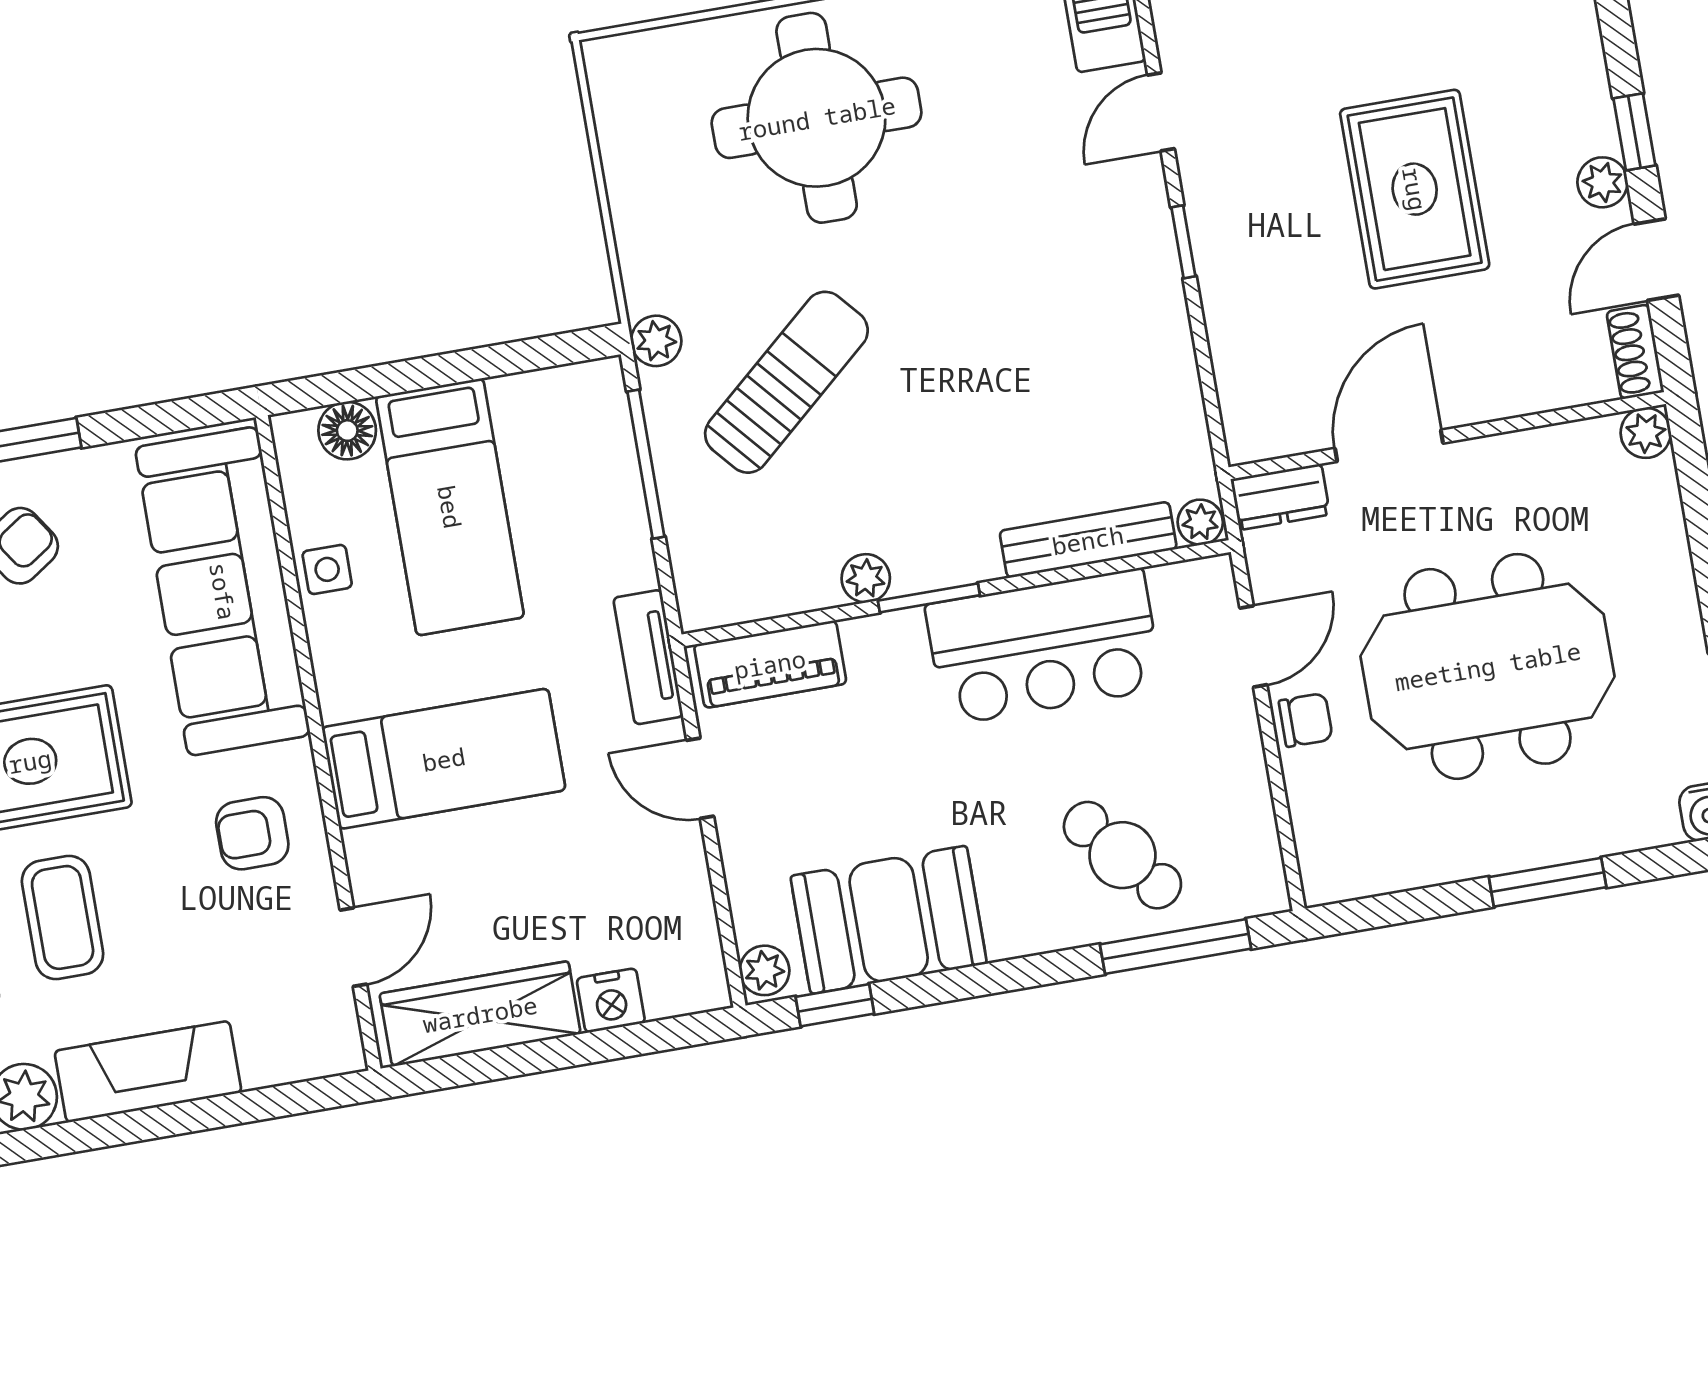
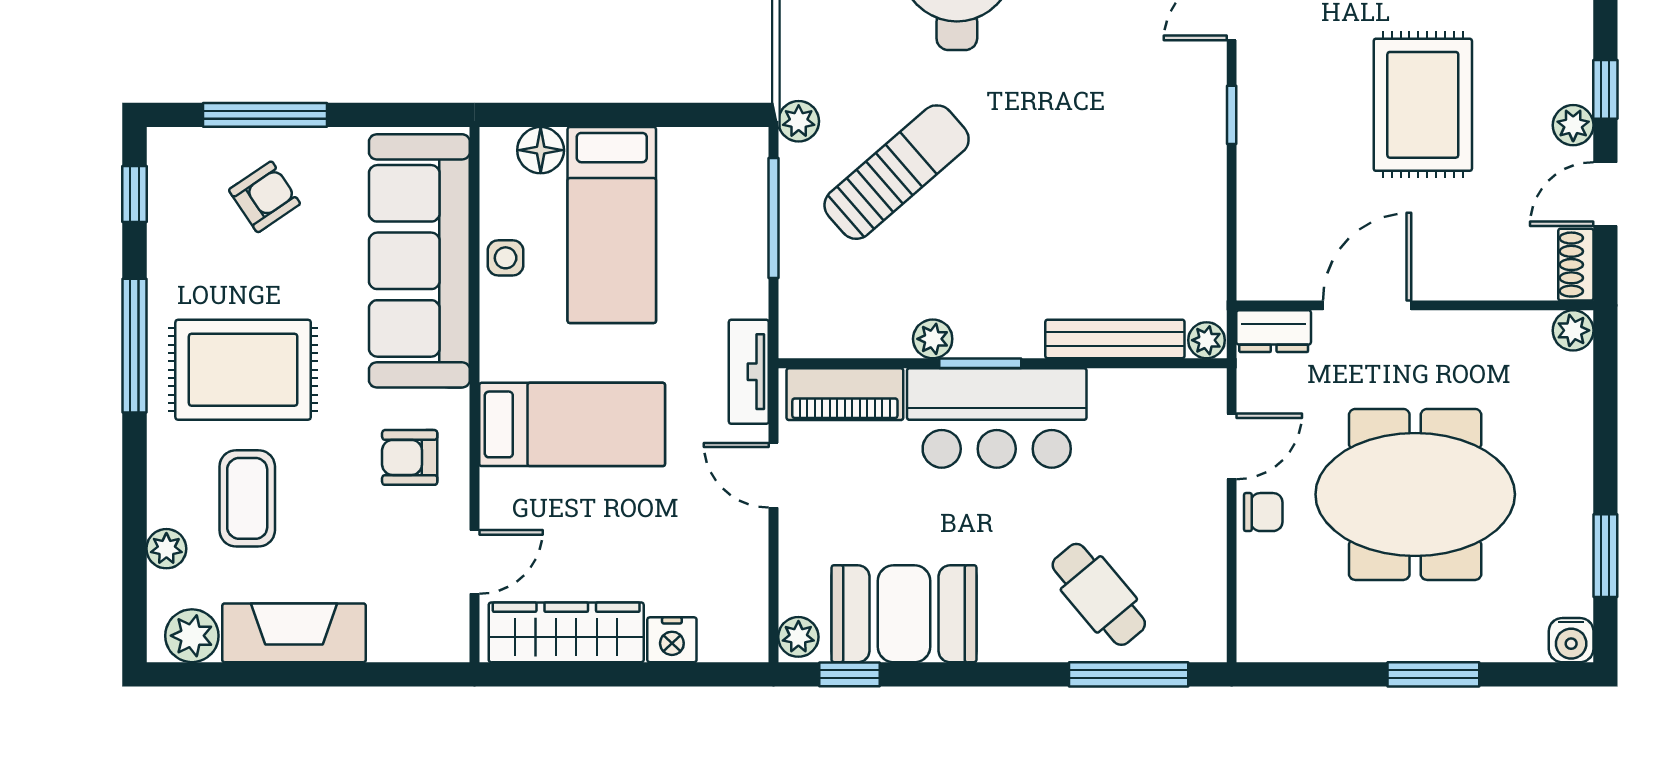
bar counter: (1044, 647) -> (997, 418), moved

